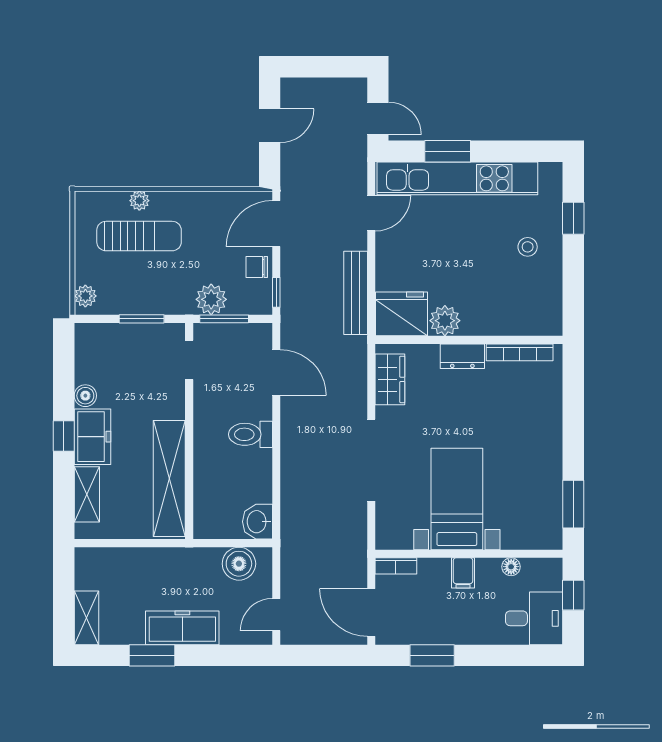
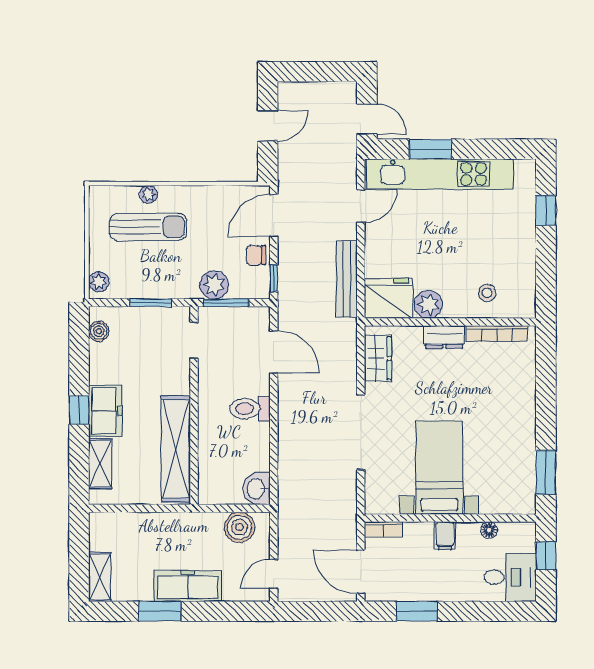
stool: (528, 247) -> (487, 293), moved
boiler: (85, 396) -> (99, 331), moved

